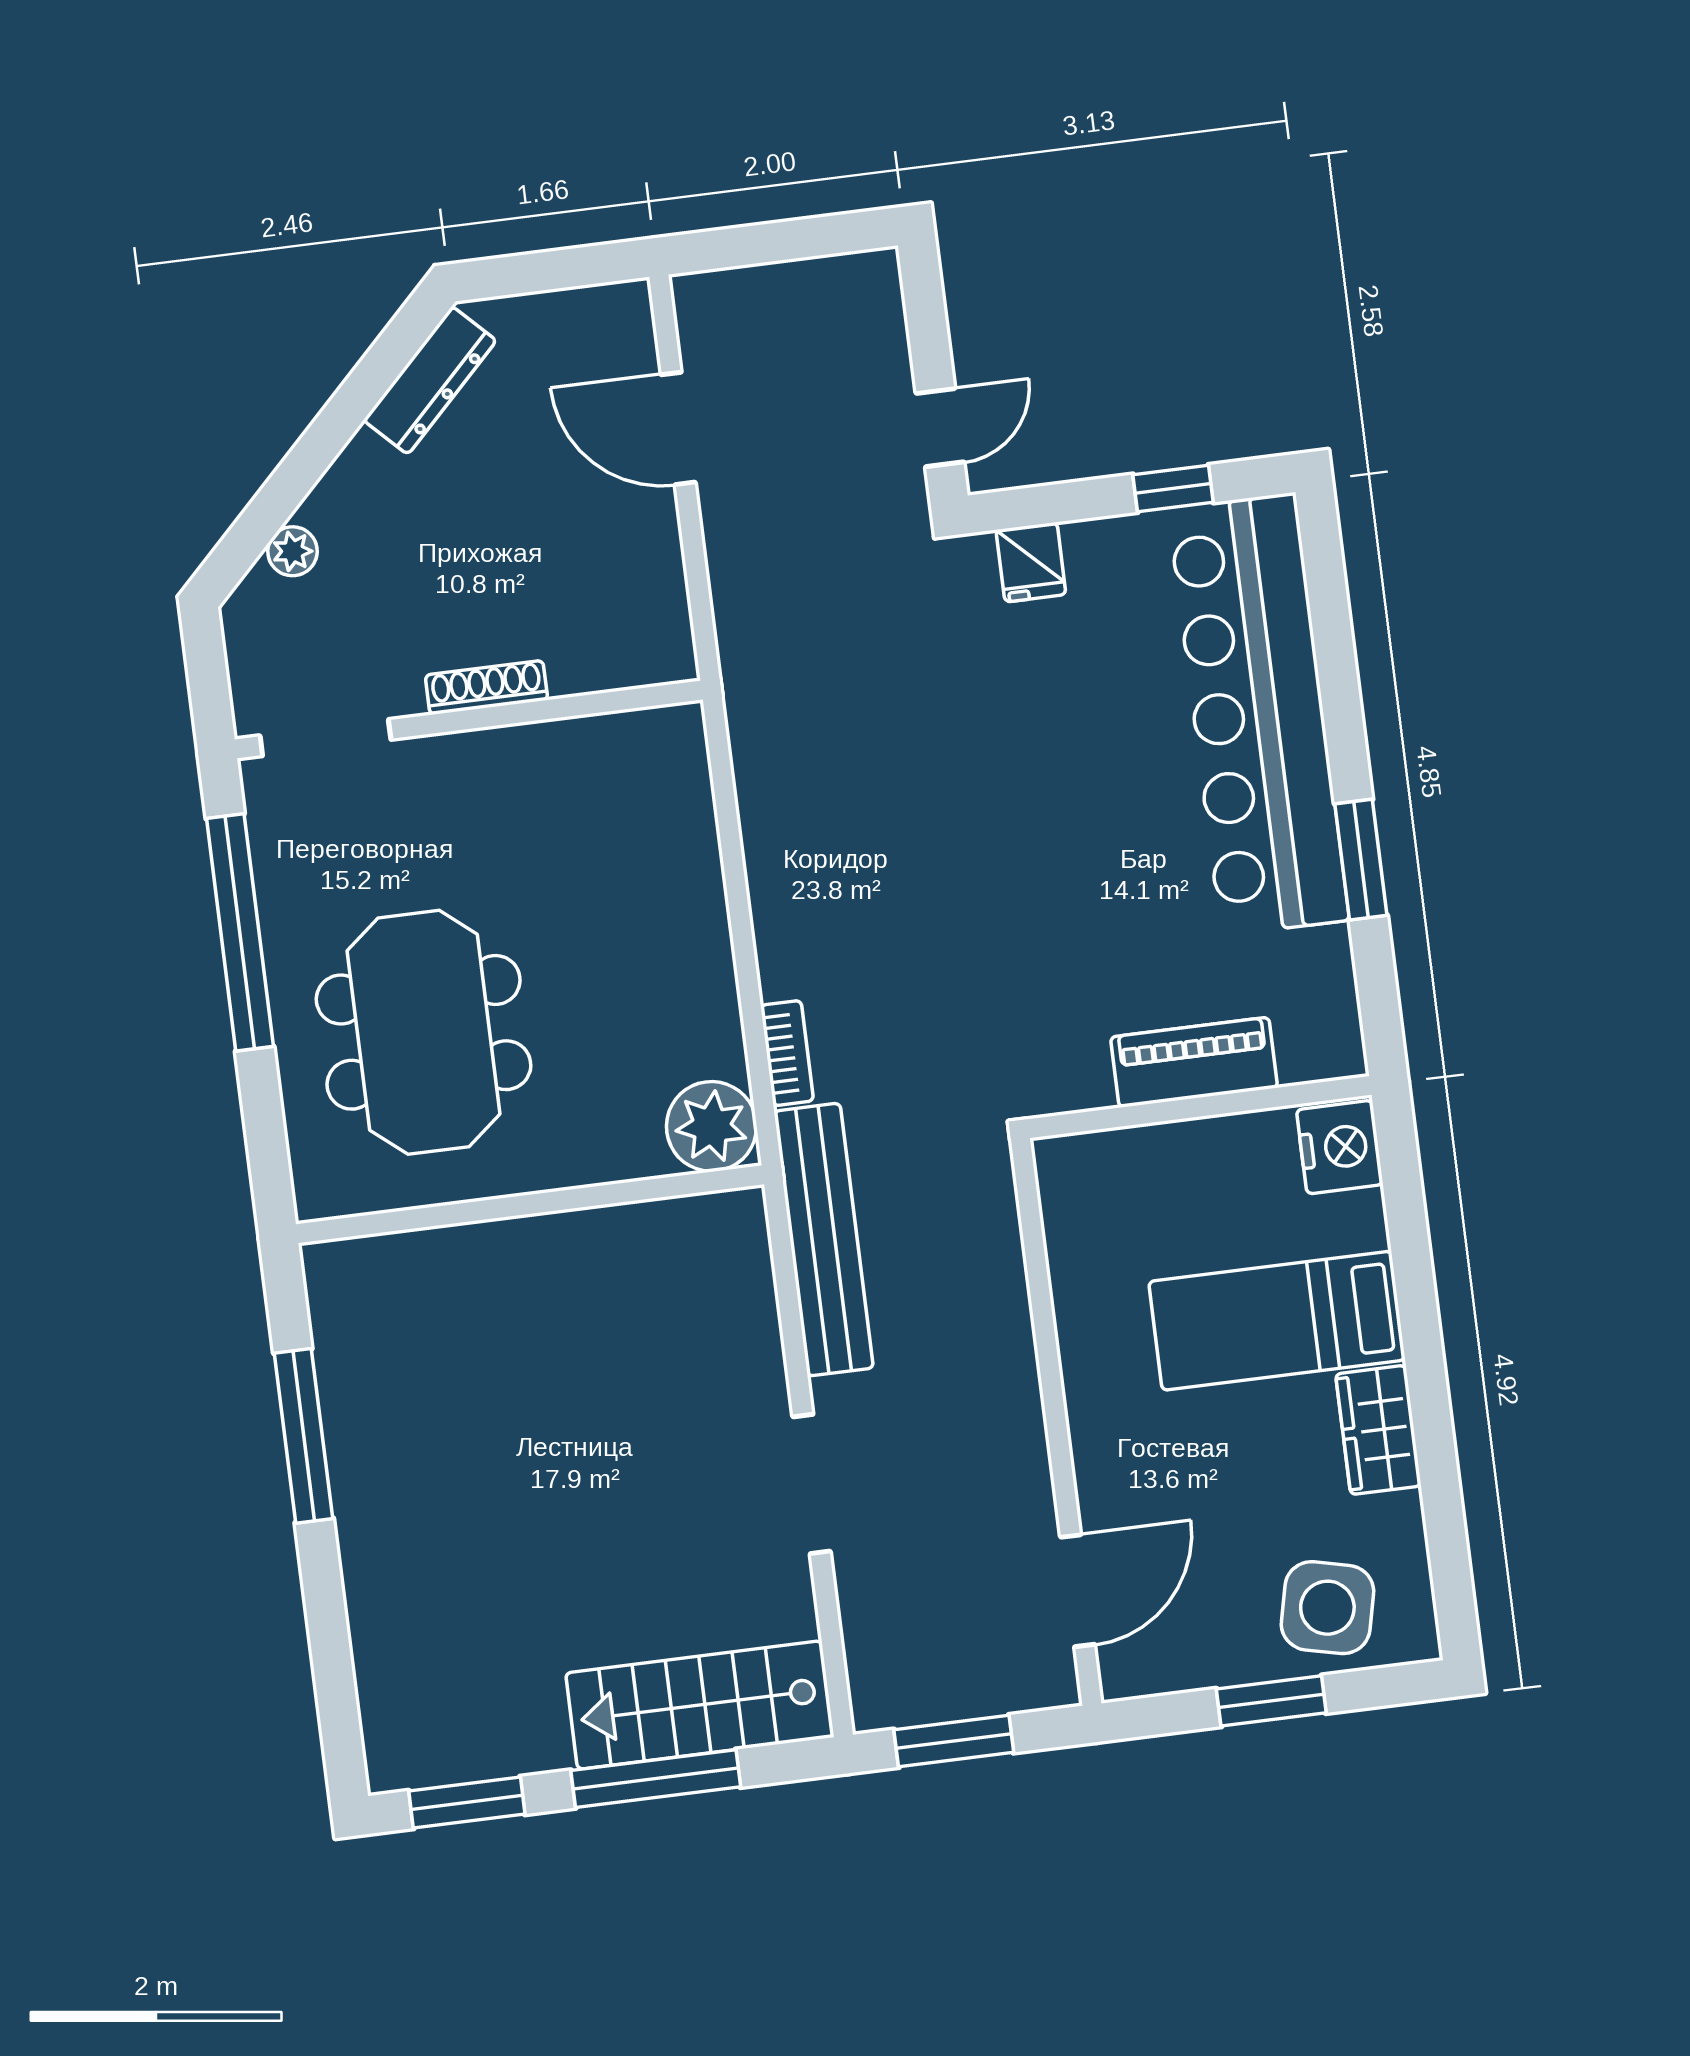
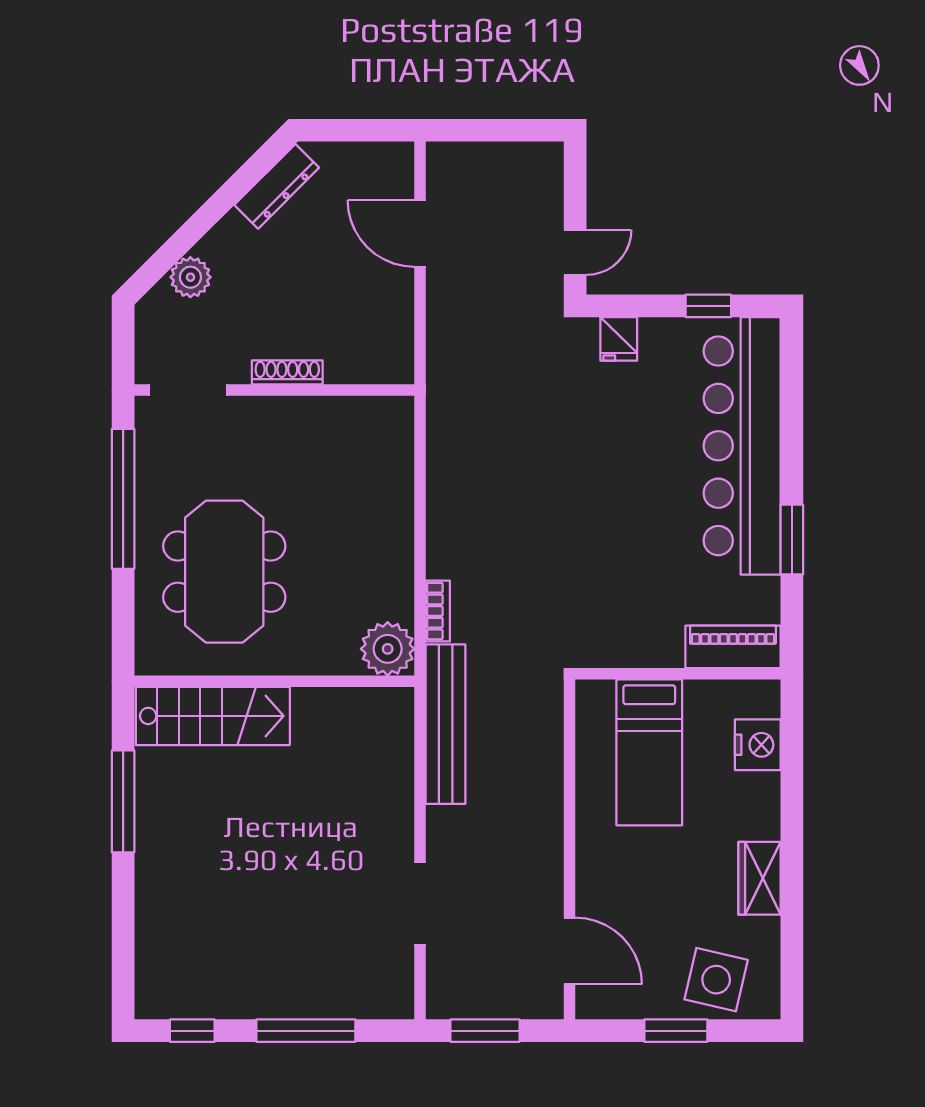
plant: (293, 551) -> (190, 277), width x1.38, depth x1.38
piano: (1194, 1062) -> (733, 647), moved
nightstand: (1340, 1147) -> (758, 745), moved
bed: (1277, 1321) -> (649, 752), moved, turned -90
doorway: (812, 1484) -> (420, 903), moved
door: (1078, 1591) -> (570, 951), hinge flipped
stairs: (700, 1705) -> (213, 716), moved, turned 180
window: (467, 1803) -> (192, 1031), width x0.67

